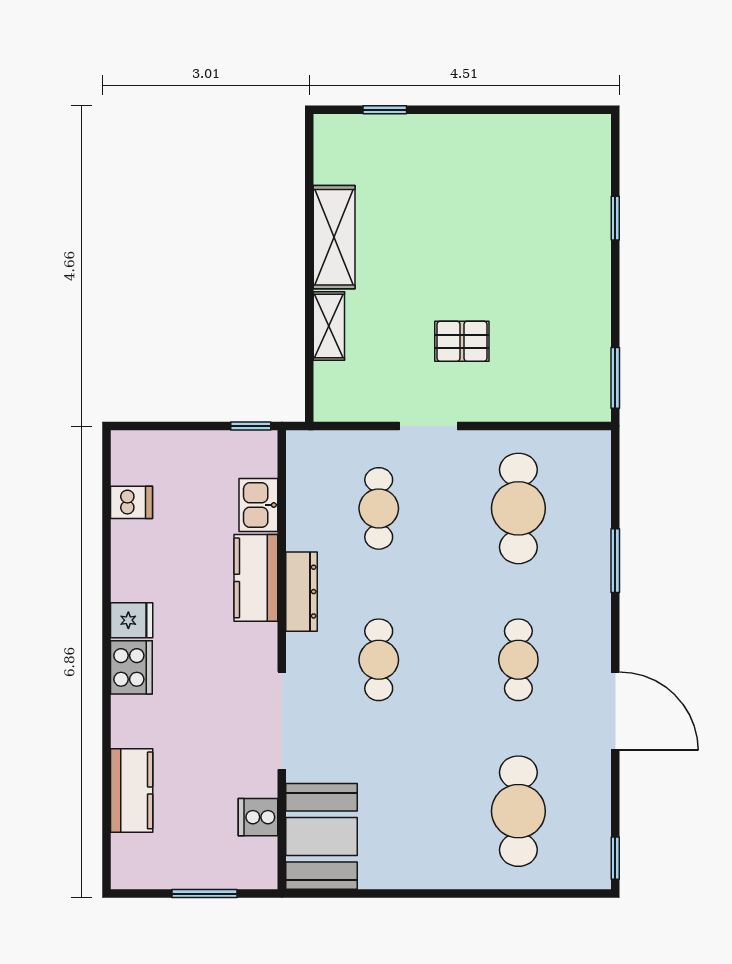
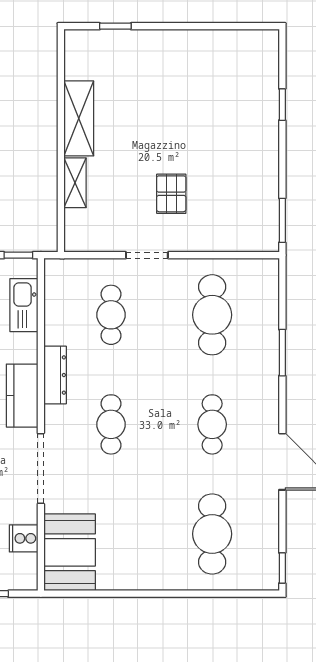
pallet: (462, 341) -> (171, 194), turned 90
kitchen sink: (258, 505) -> (24, 305), width x1.38
kitchen counter: (256, 578) -> (22, 396), moved

